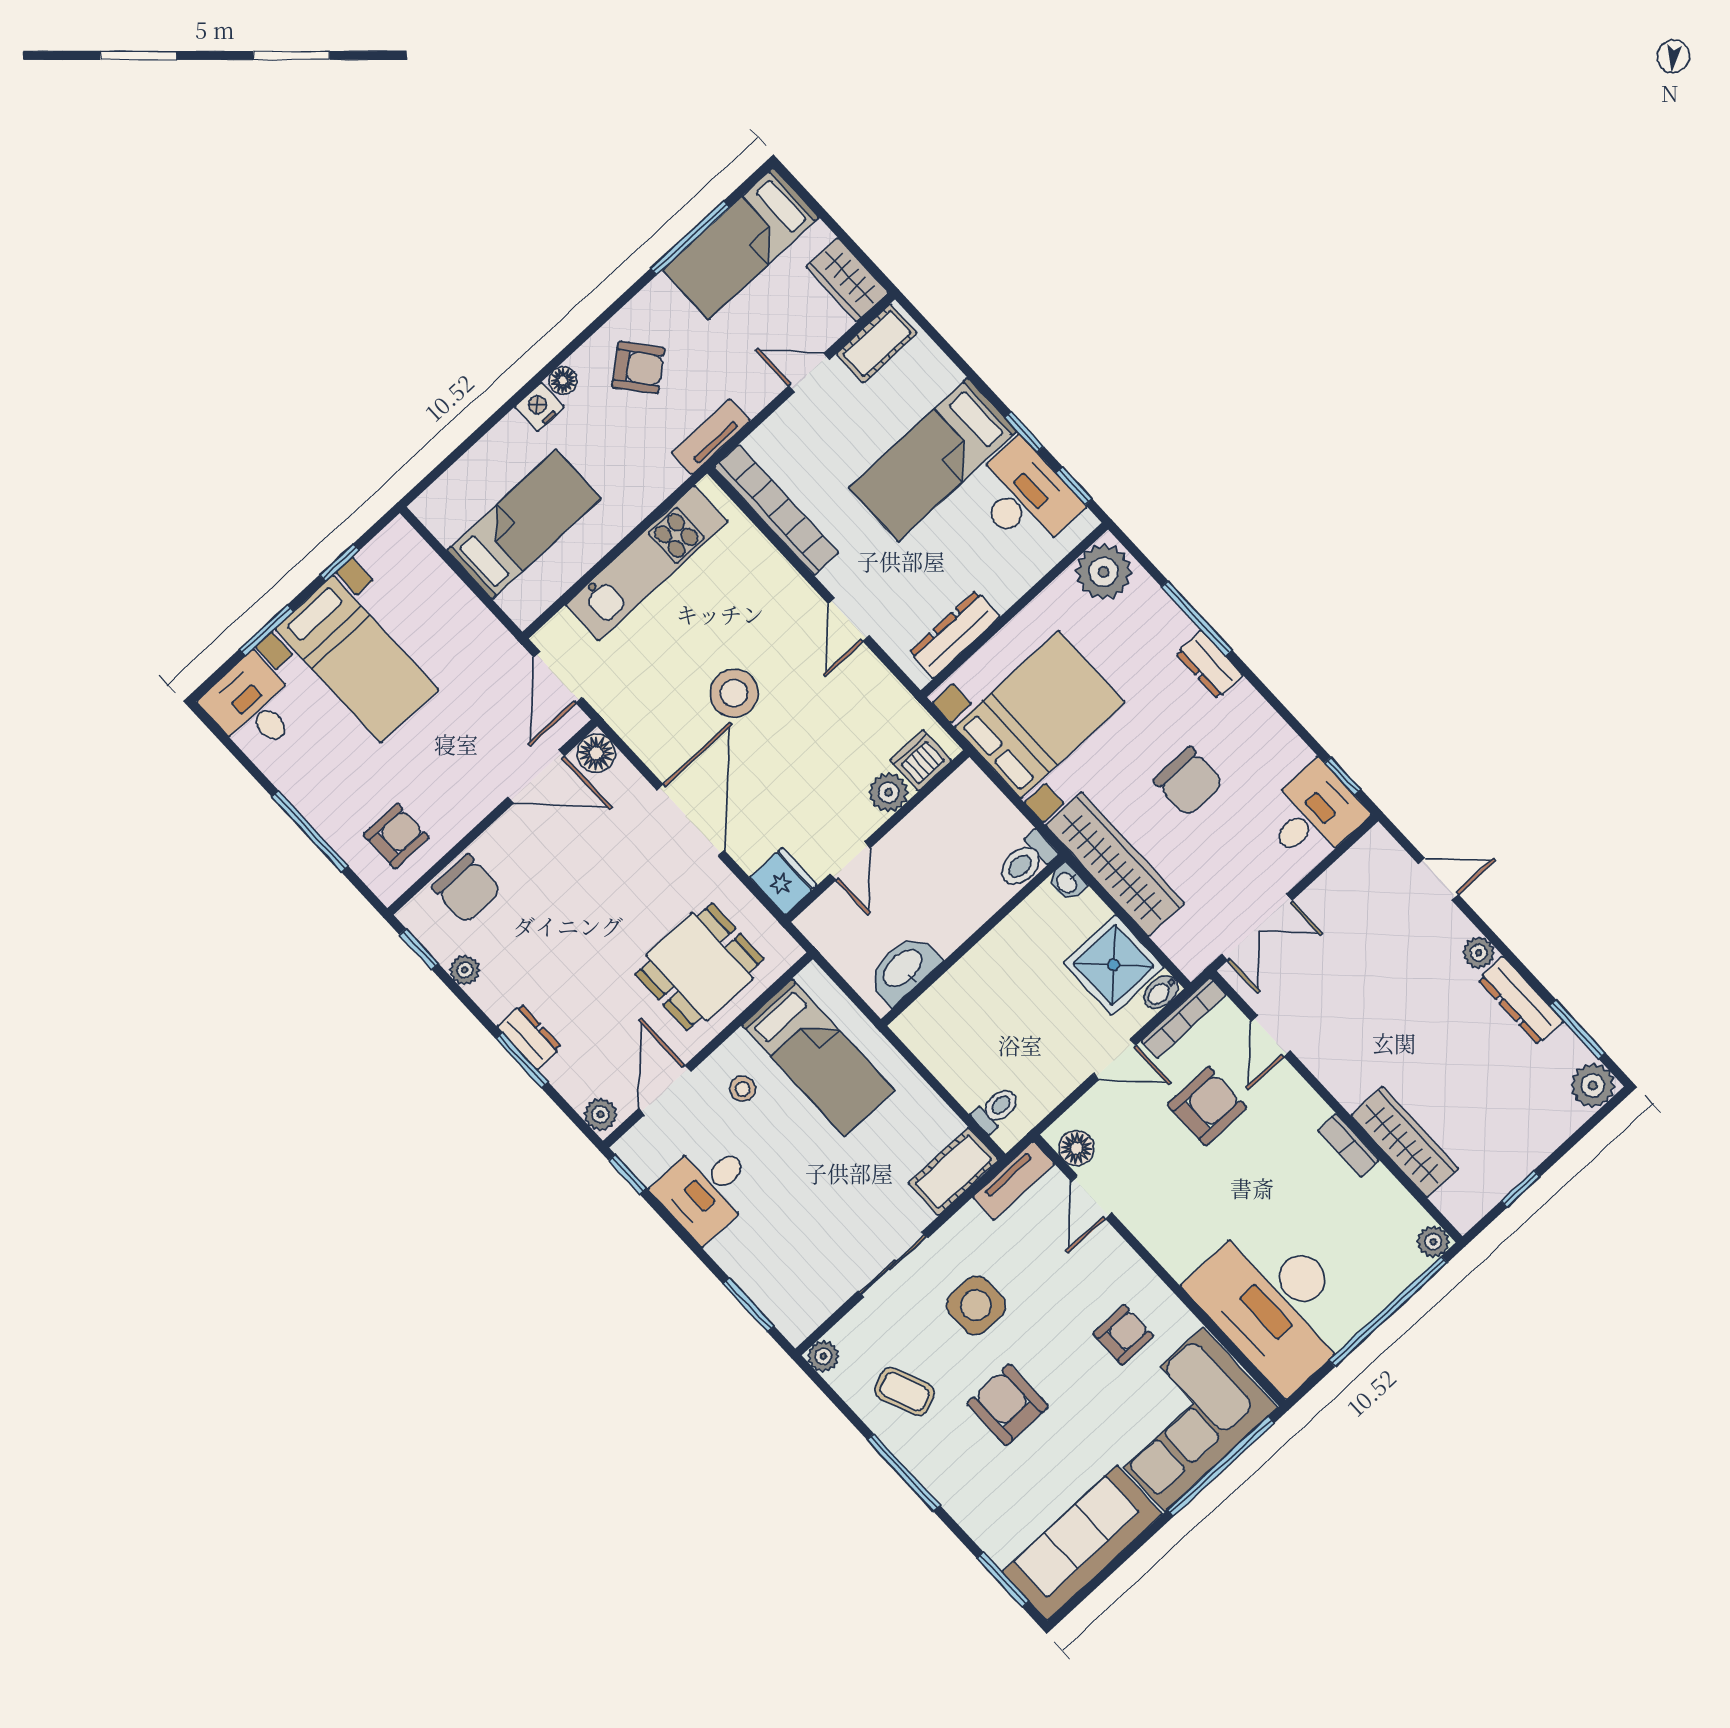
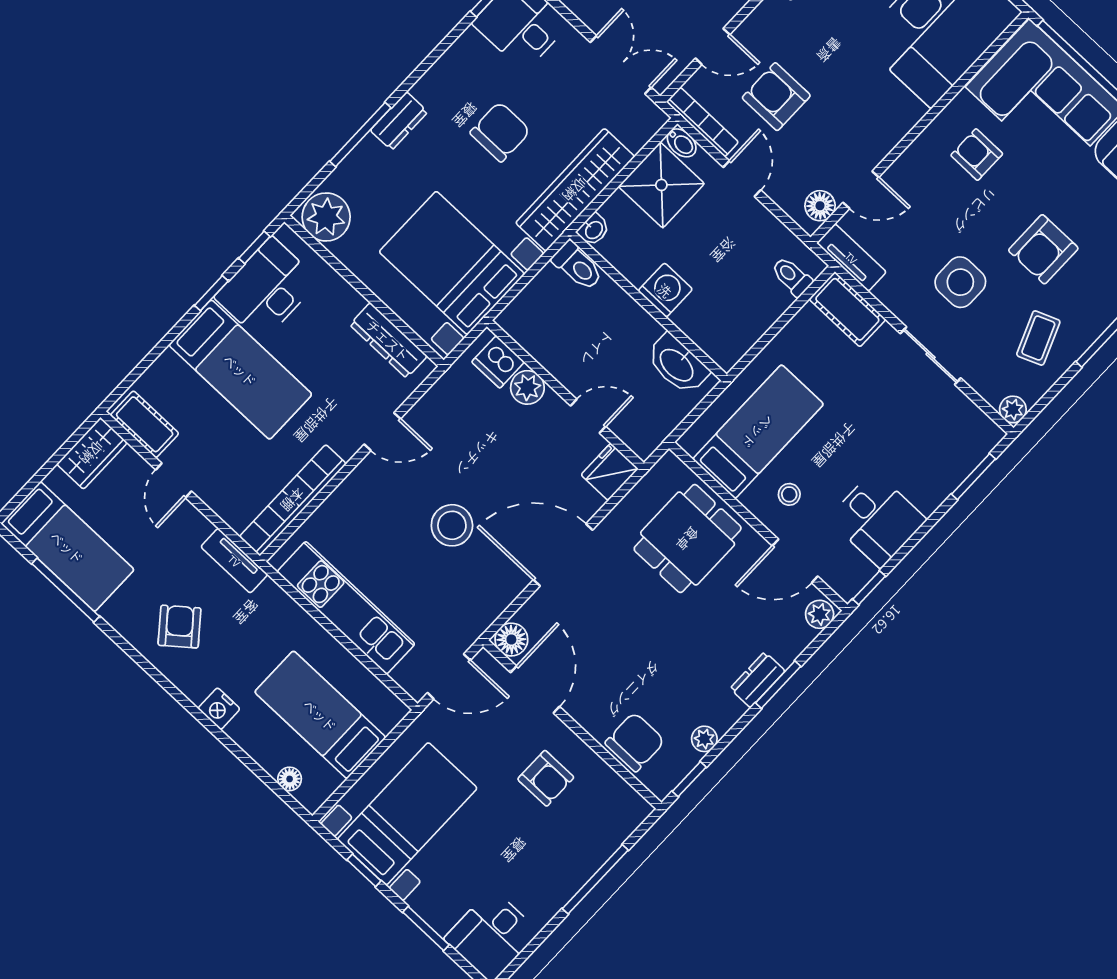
floor lamp: (563, 380) -> (290, 779), moved
bed with nightstands: (357, 659) -> (407, 814), moved
armchair: (396, 836) -> (546, 778), moved, turned 180
washing machine: (991, 961) -> (665, 290), added
dining table: (700, 967) -> (688, 539), turned 90

